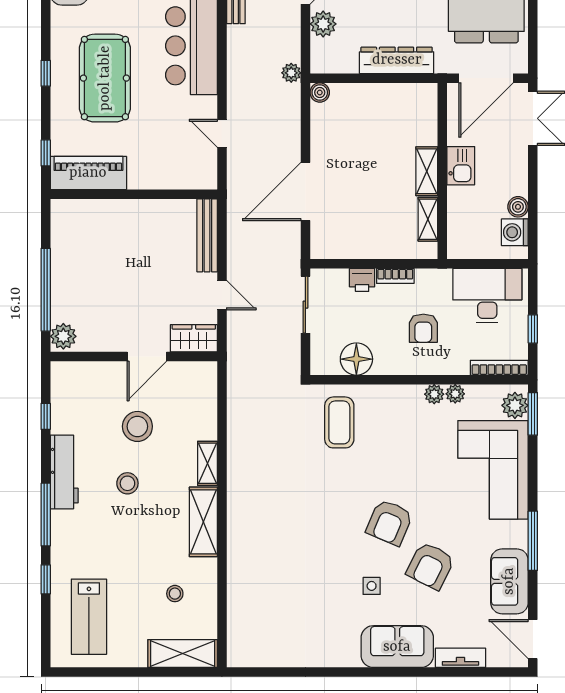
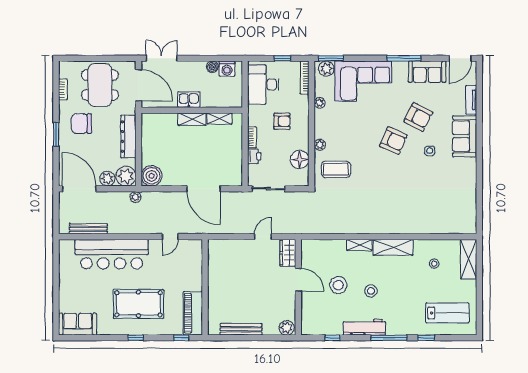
plant: (327, 56) -> (126, 176), added
boiler: (320, 92) -> (152, 176), width x1.86, depth x1.86
bench: (207, 235) -> (241, 329), moved
window: (46, 290) -> (260, 338), removed
plant: (434, 394) -> (320, 145), moved

